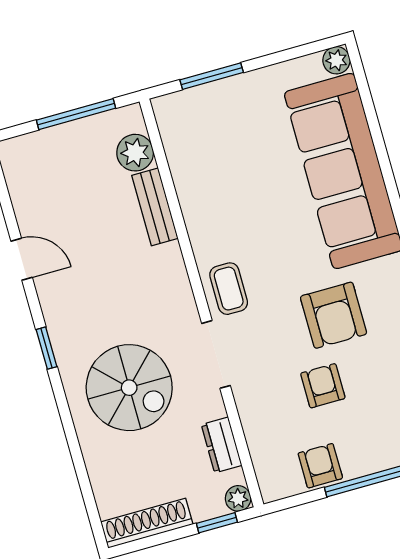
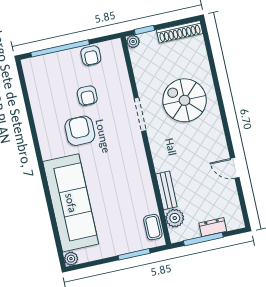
coffee table: (229, 289) -> (153, 227), moved
window: (47, 348) -> (225, 123), removed
dresser: (222, 445) -> (213, 227), moved, turned -90

